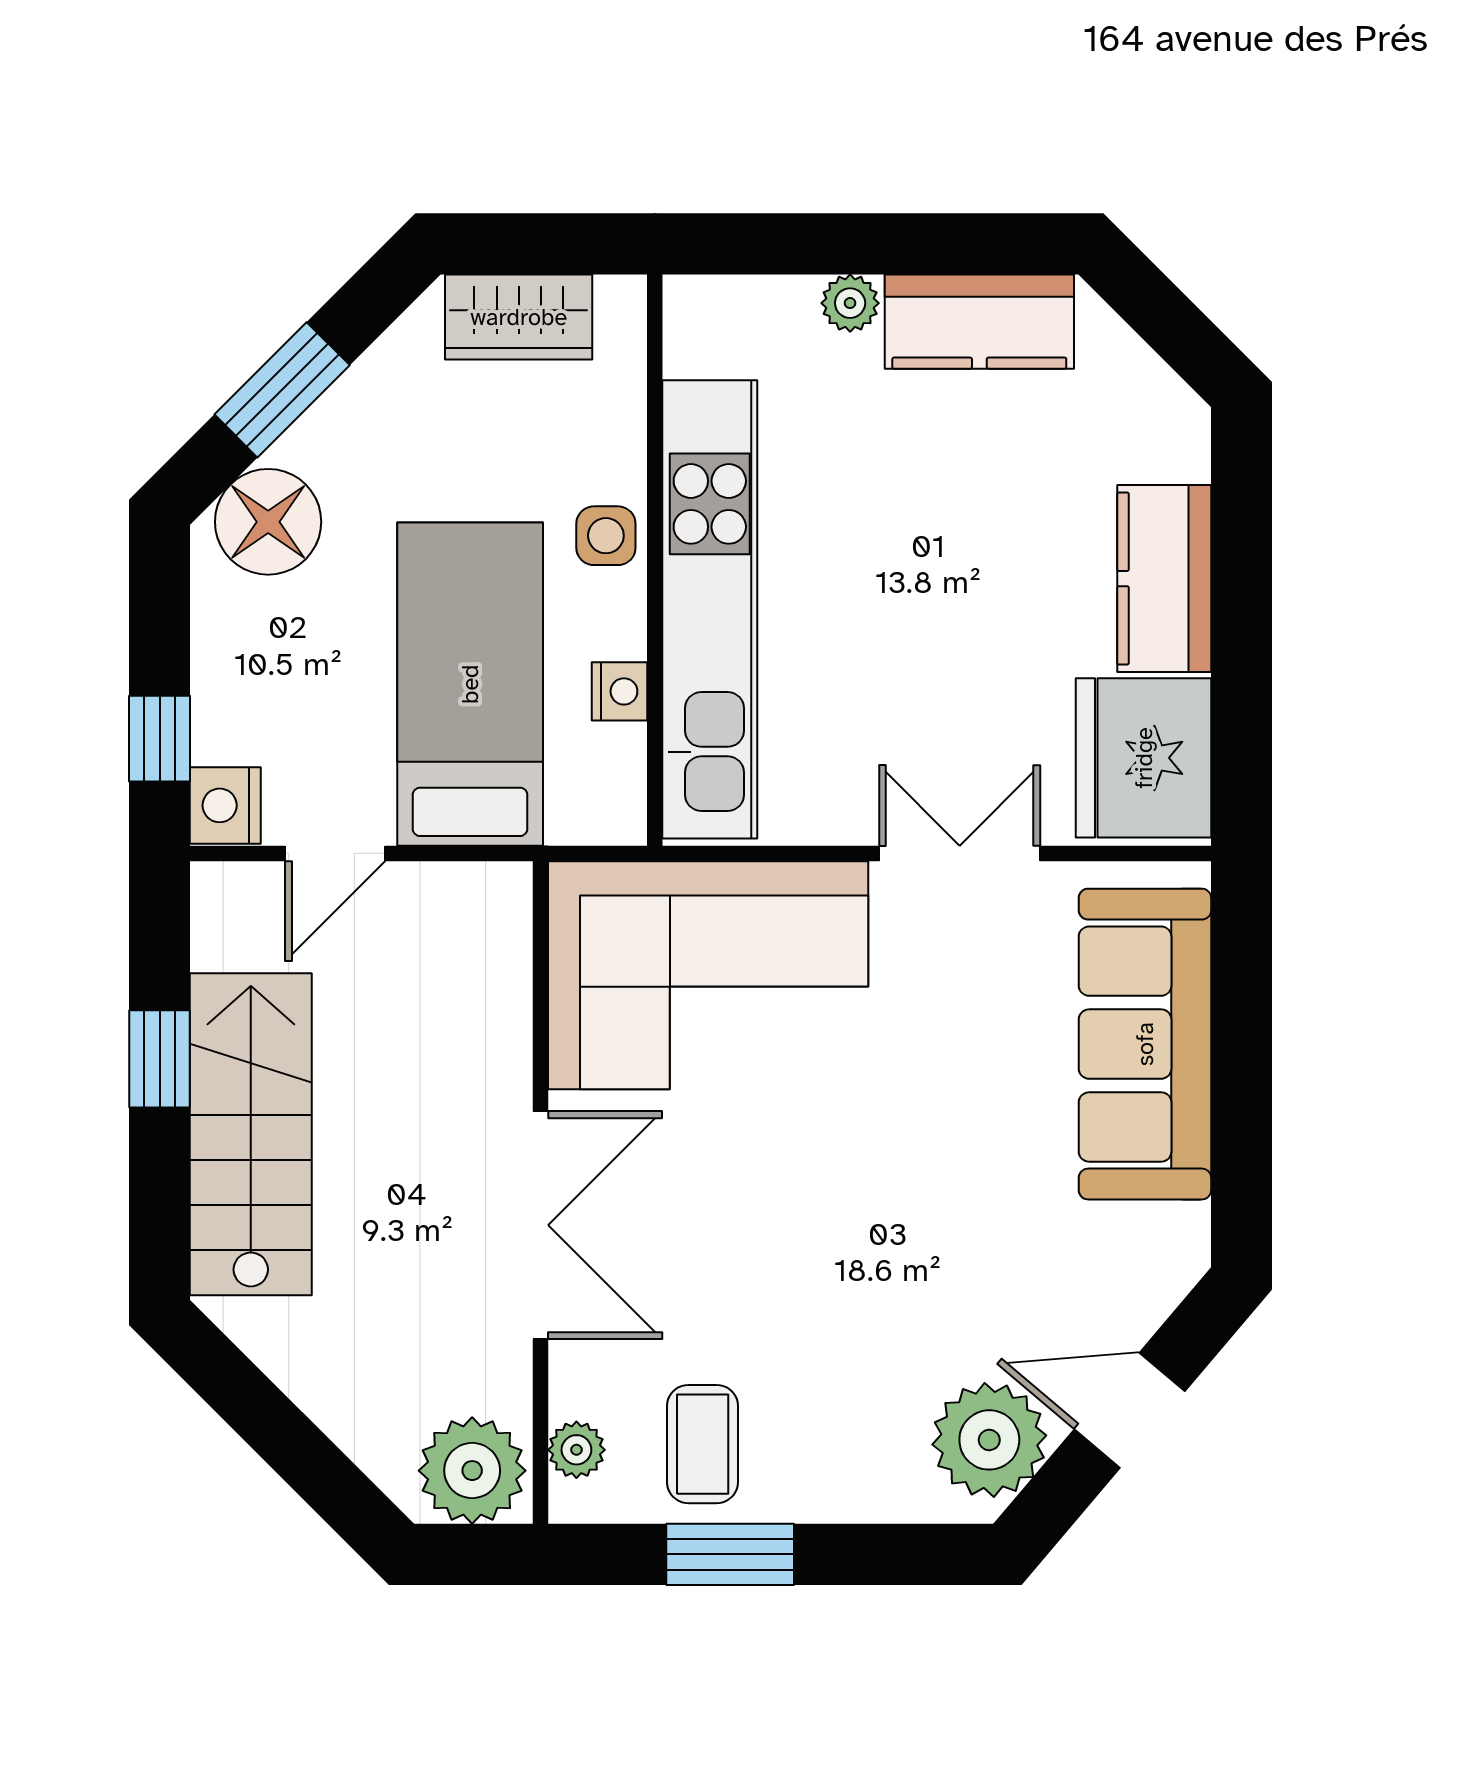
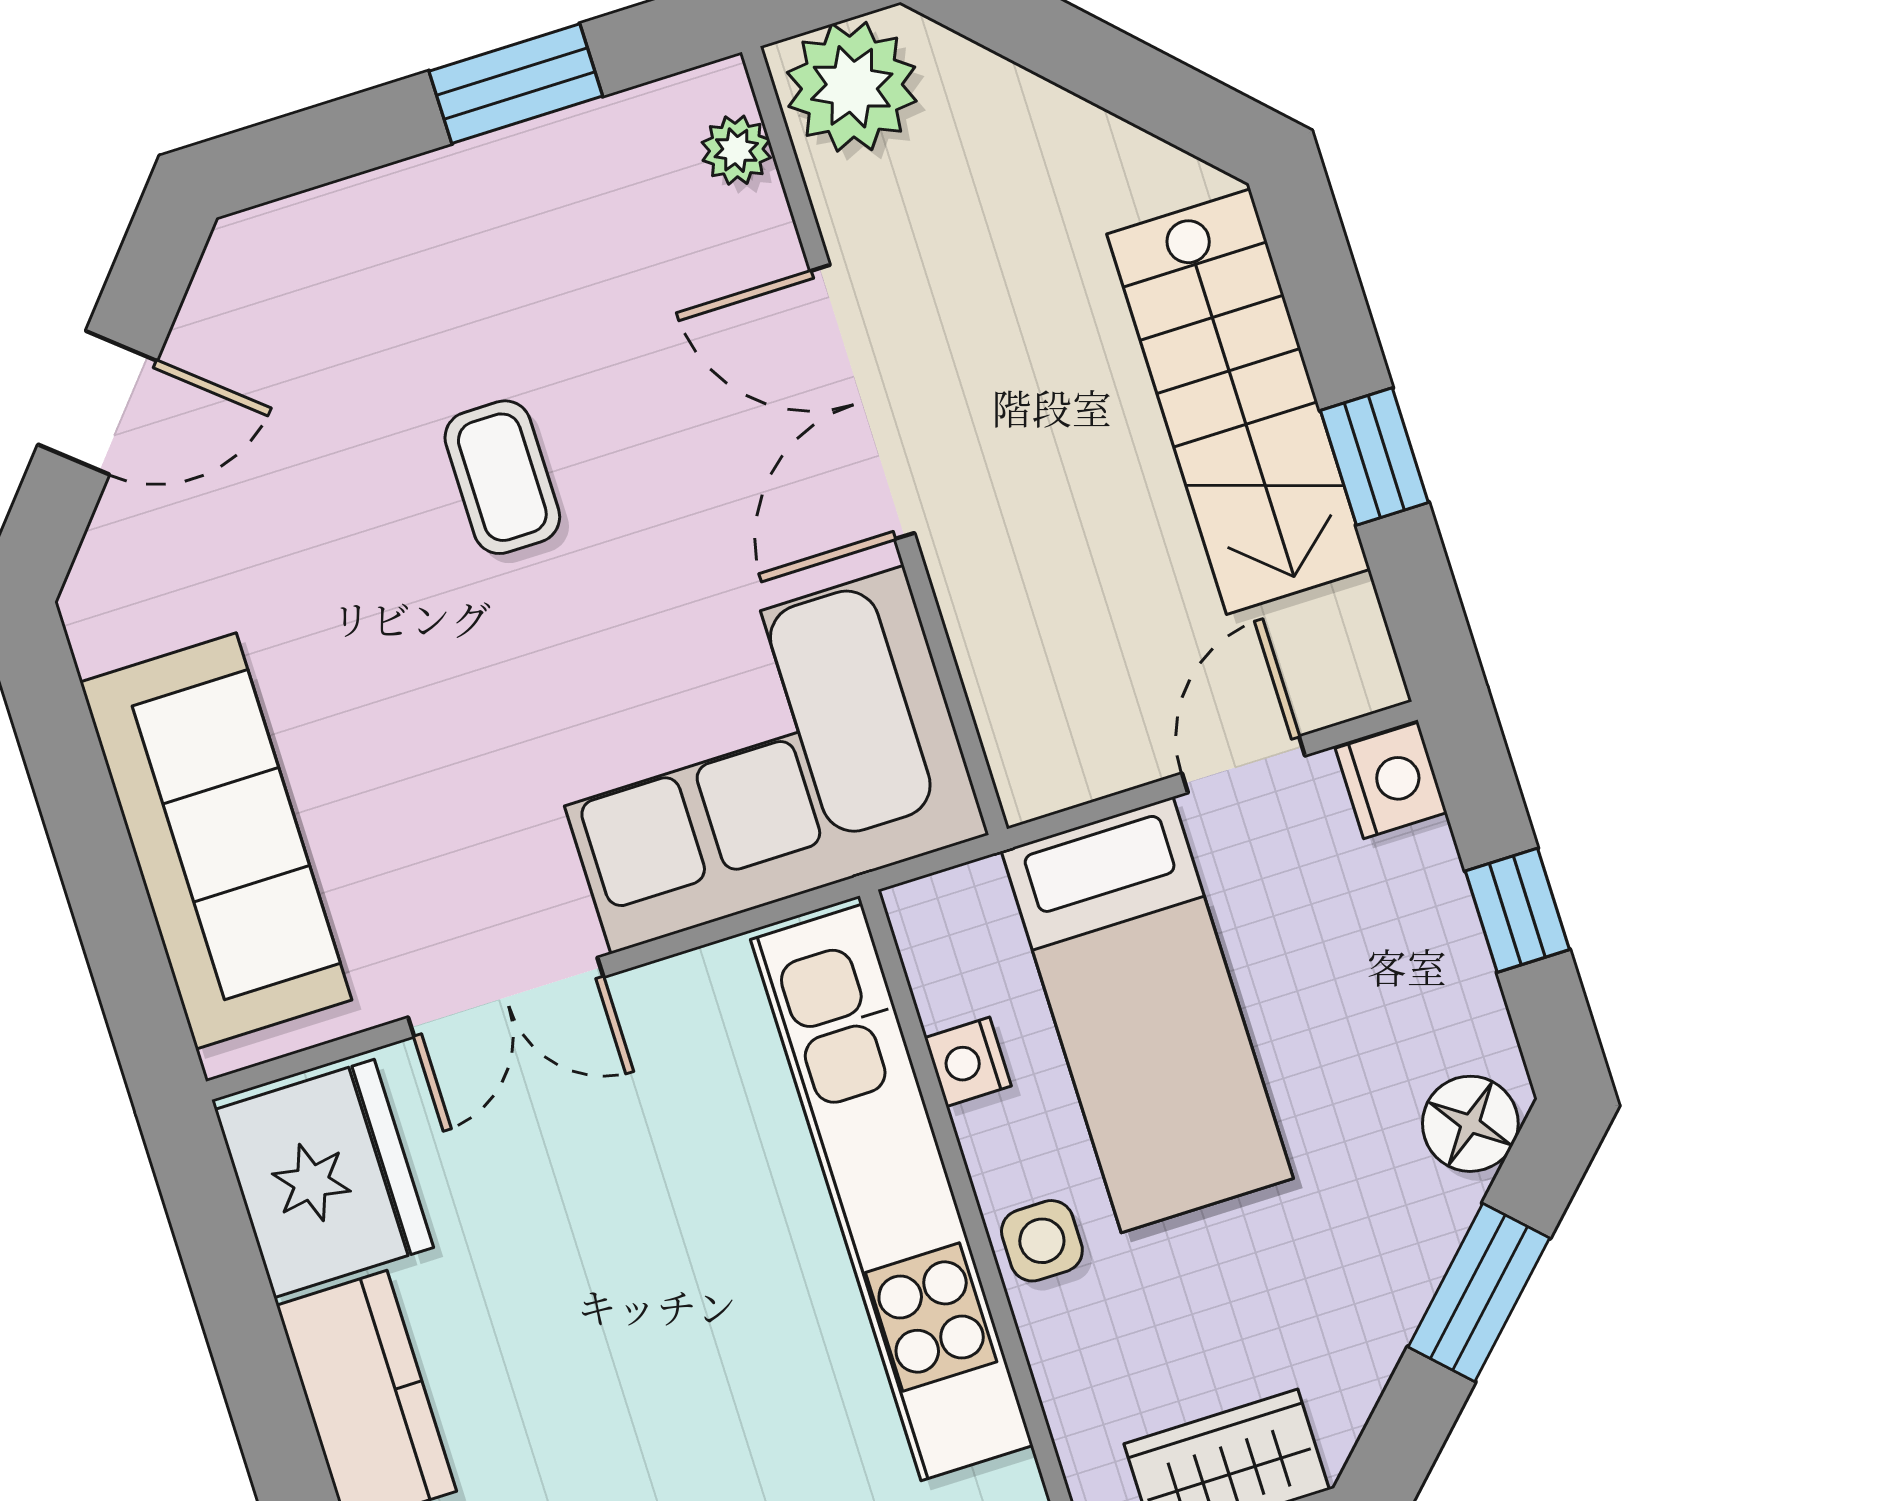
floor lamp: (268, 522) -> (1470, 1124), width x0.73, depth x0.73
window: (160, 739) -> (1517, 910), moved
plant: (989, 1440) -> (252, 315), removed
coffee table: (703, 1444) -> (502, 477), moved

